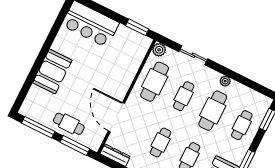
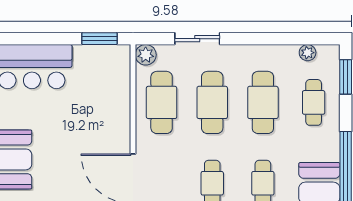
plant: (225, 81) -> (308, 53), moved
cafe table: (184, 96) -> (212, 102), width x1.37, depth x1.35

